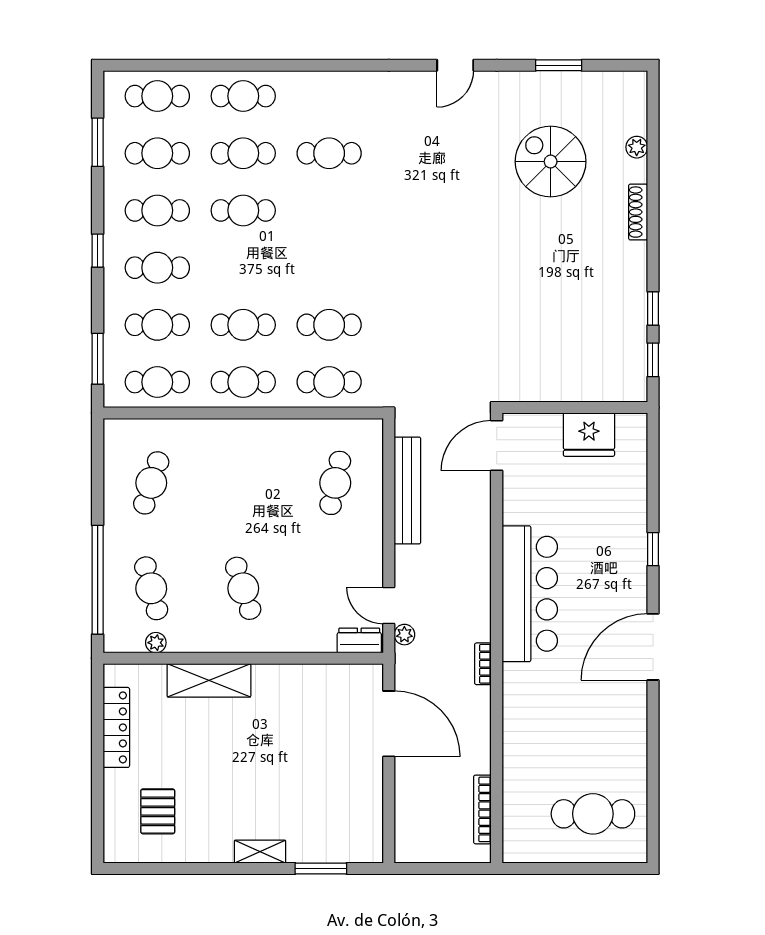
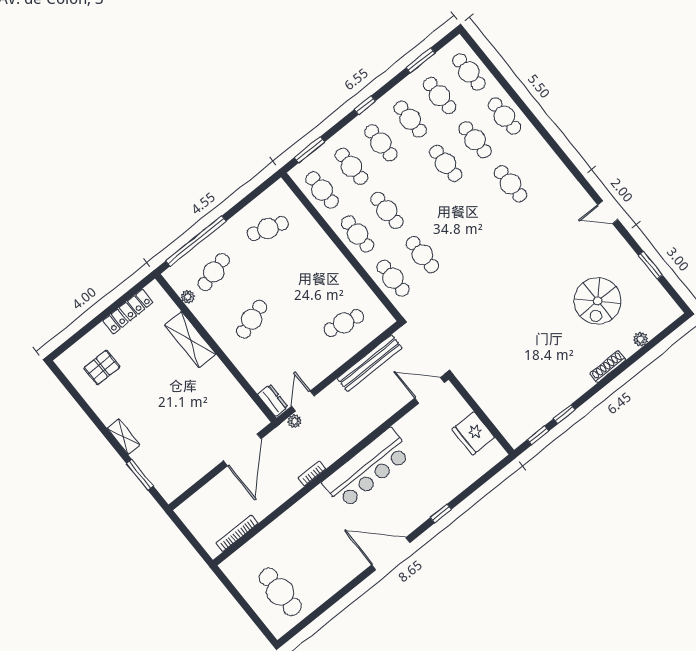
spiral stairs: (551, 162) -> (598, 301), turned 180

